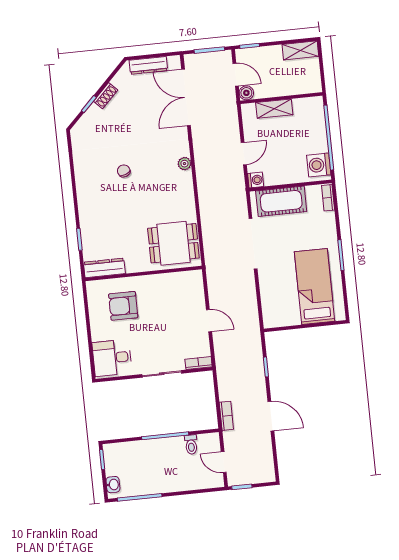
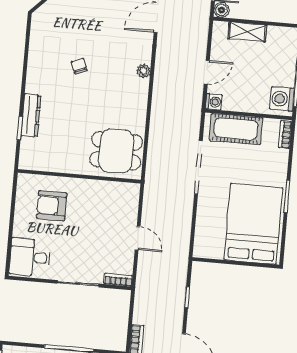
dresser: (104, 268) -> (31, 115), moved, turned 90
bed: (314, 287) -> (253, 224), width x1.50

